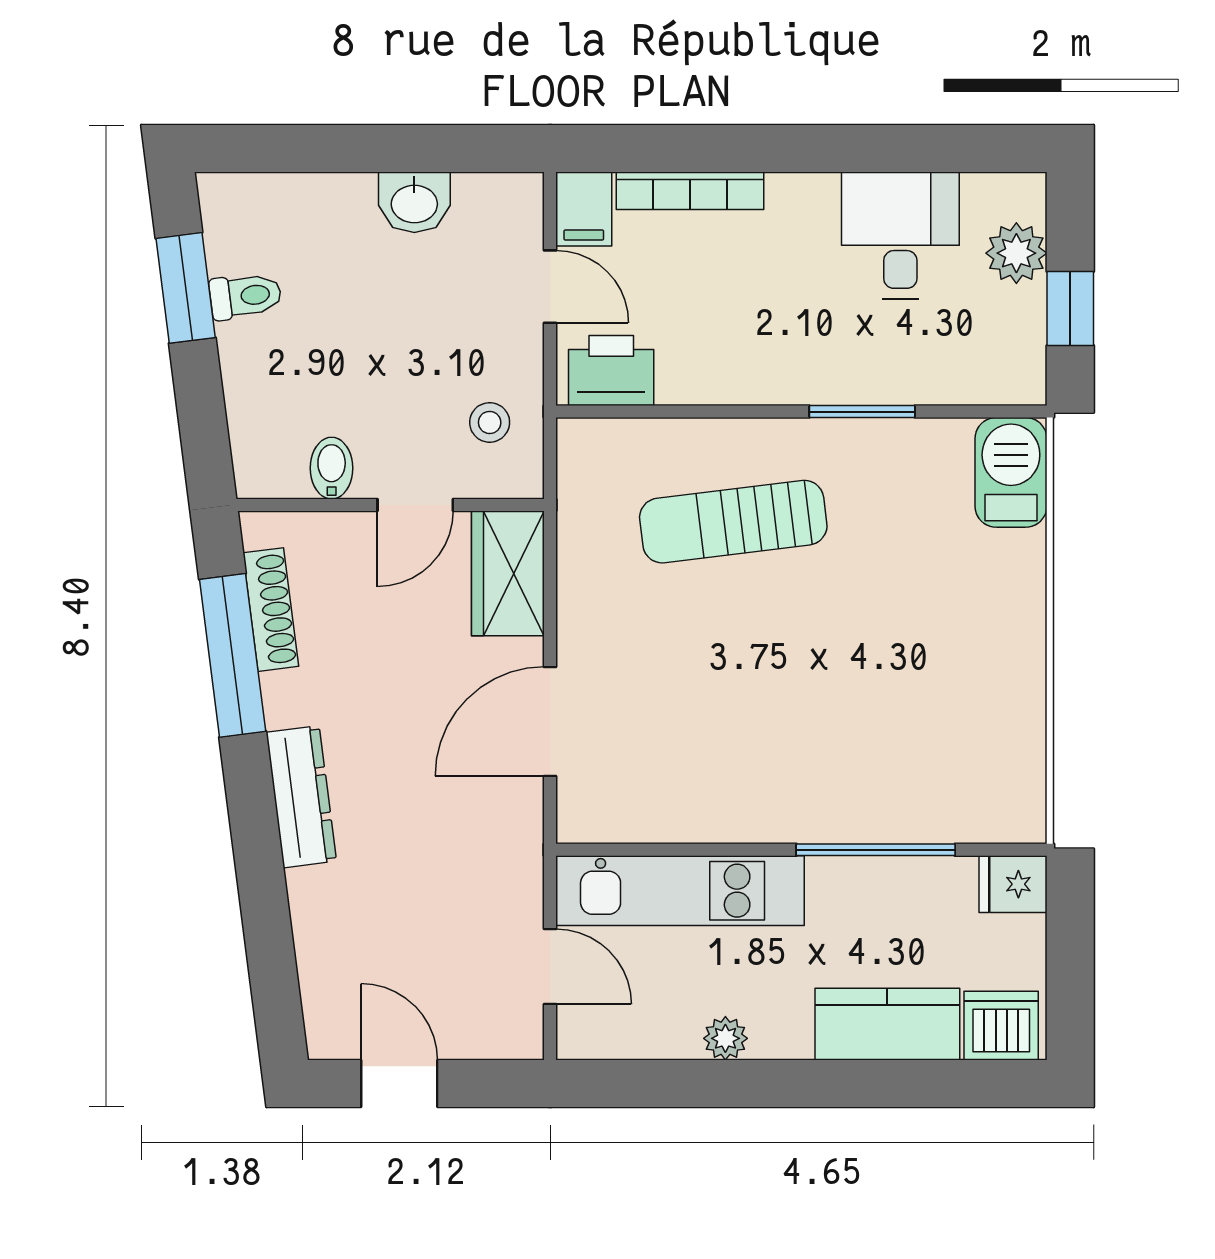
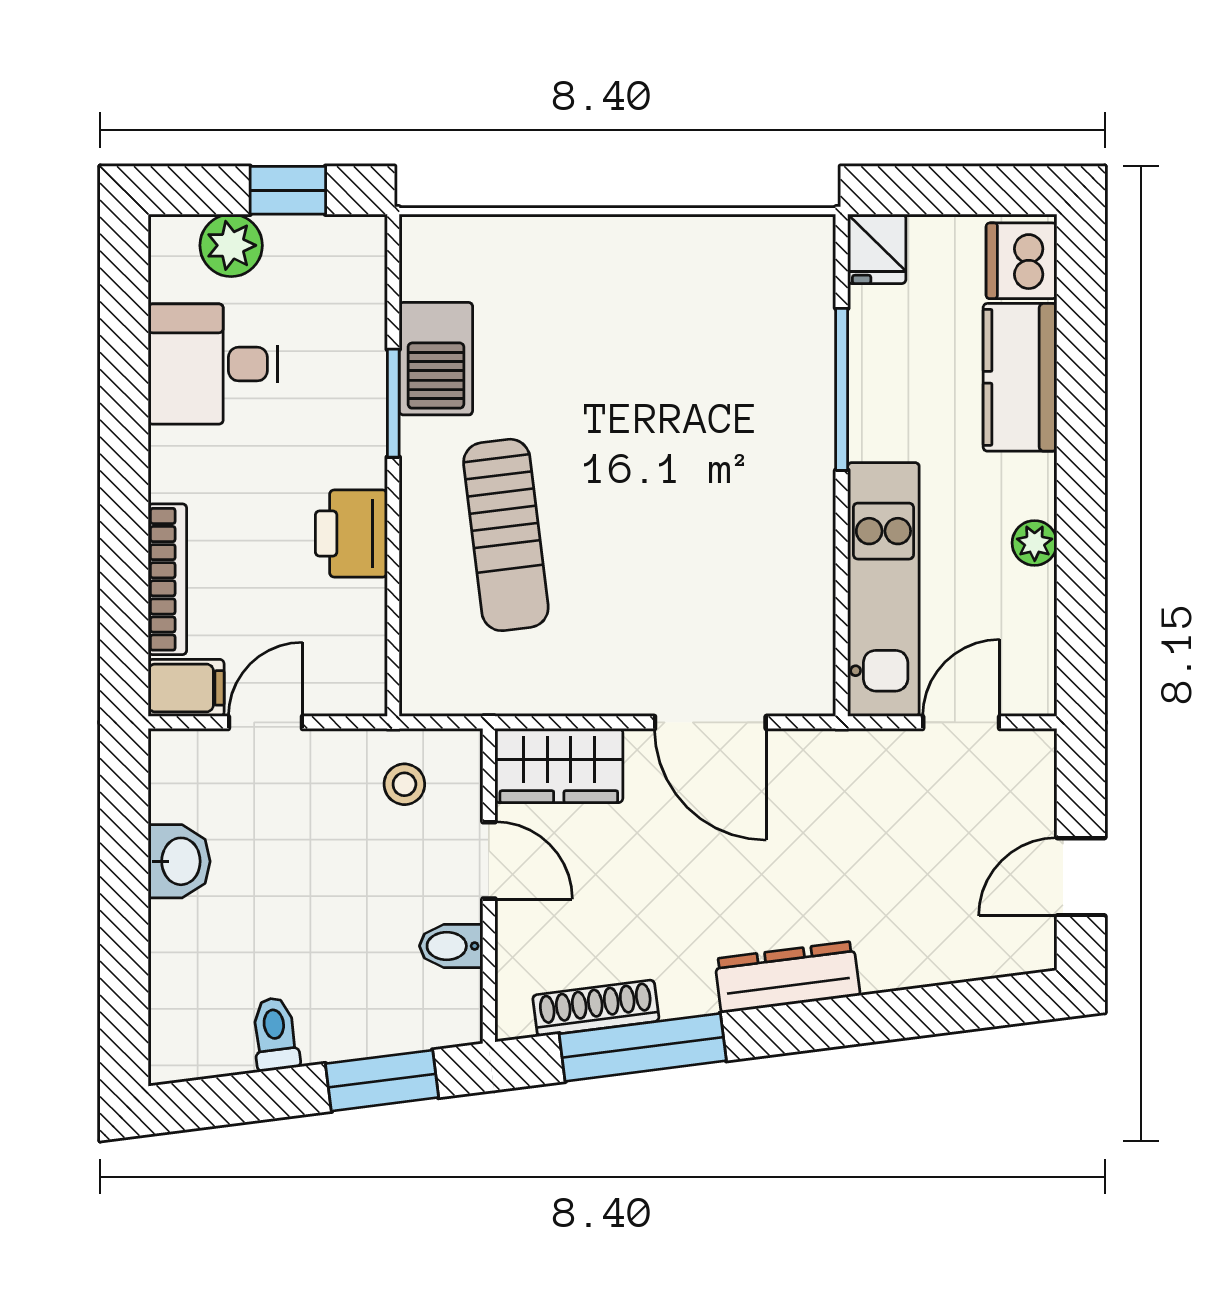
window: (186, 288) -> (382, 1081), moved
printer: (611, 371) -> (351, 534), moved
barbecue: (1011, 472) -> (436, 359), moved, turned -90

